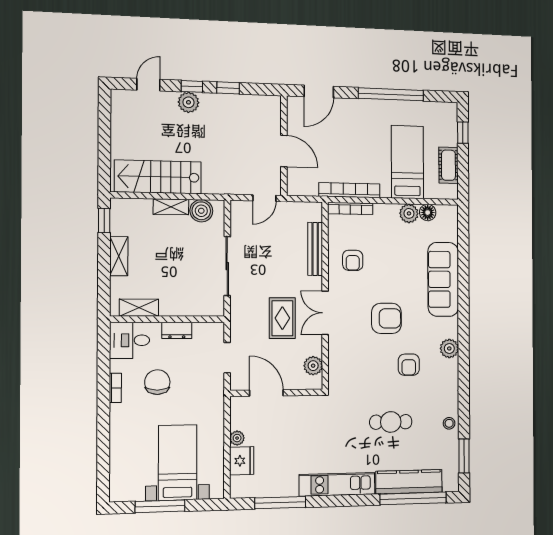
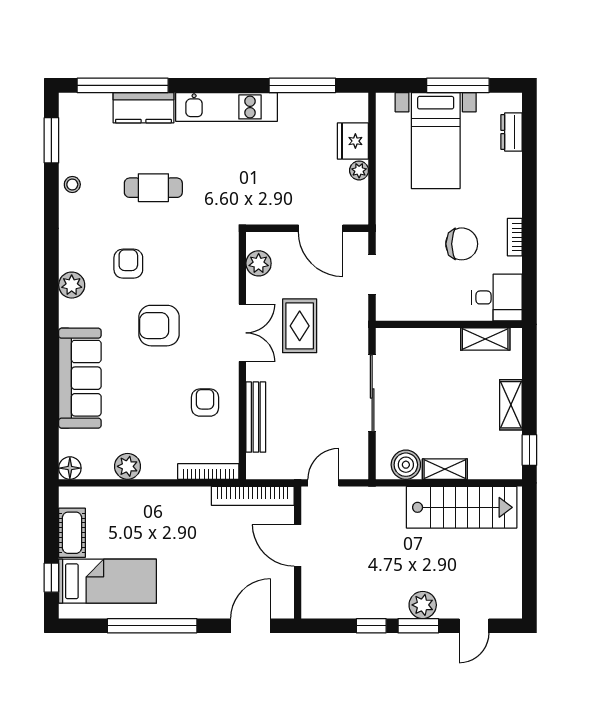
window: (192, 86) -> (418, 626), width x1.50
bed: (407, 162) -> (108, 581), moved, turned -90
bookcase: (349, 190) -> (253, 496), moved
floor lamp: (428, 213) -> (70, 468), moved
dresser: (177, 330) -> (511, 132), moved, turned -90
chair: (157, 382) -> (462, 244), turned -90
kitchen counter: (409, 482) -> (143, 108), width x0.67

